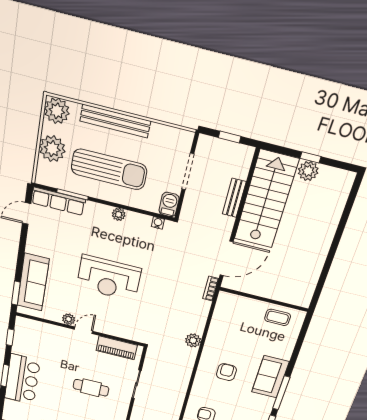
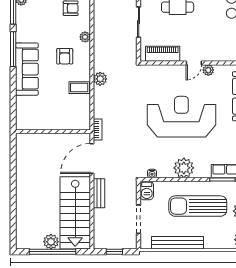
bench: (115, 121) -> (178, 243), moved
window: (311, 157) -> (52, 252), width x3.17
bench: (234, 198) -> (99, 193), moved
plant: (119, 214) -> (184, 168), width x1.87, depth x1.87
reception desk: (109, 278) -> (181, 117), width x1.36, depth x1.30
coffee table: (278, 317) -> (79, 88), moved
sofa: (270, 377) -> (27, 69), width x1.36
plant: (198, 385) -> (85, 37), added

